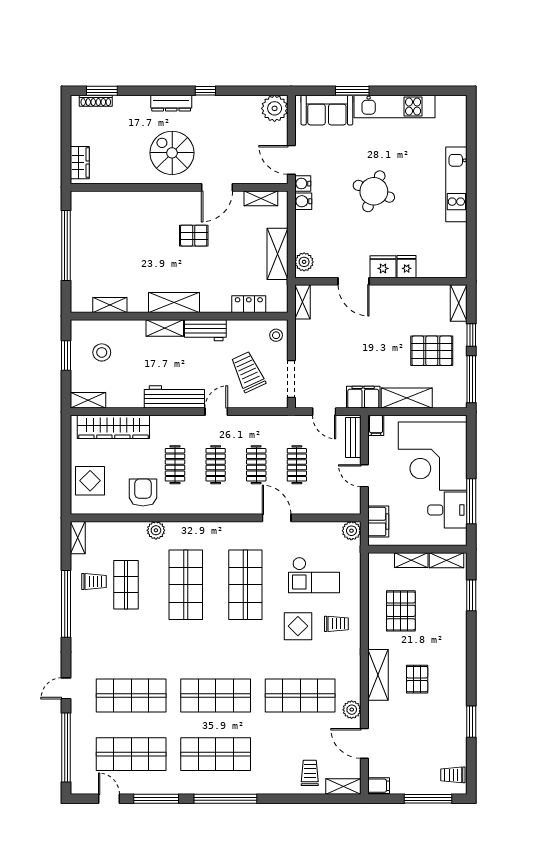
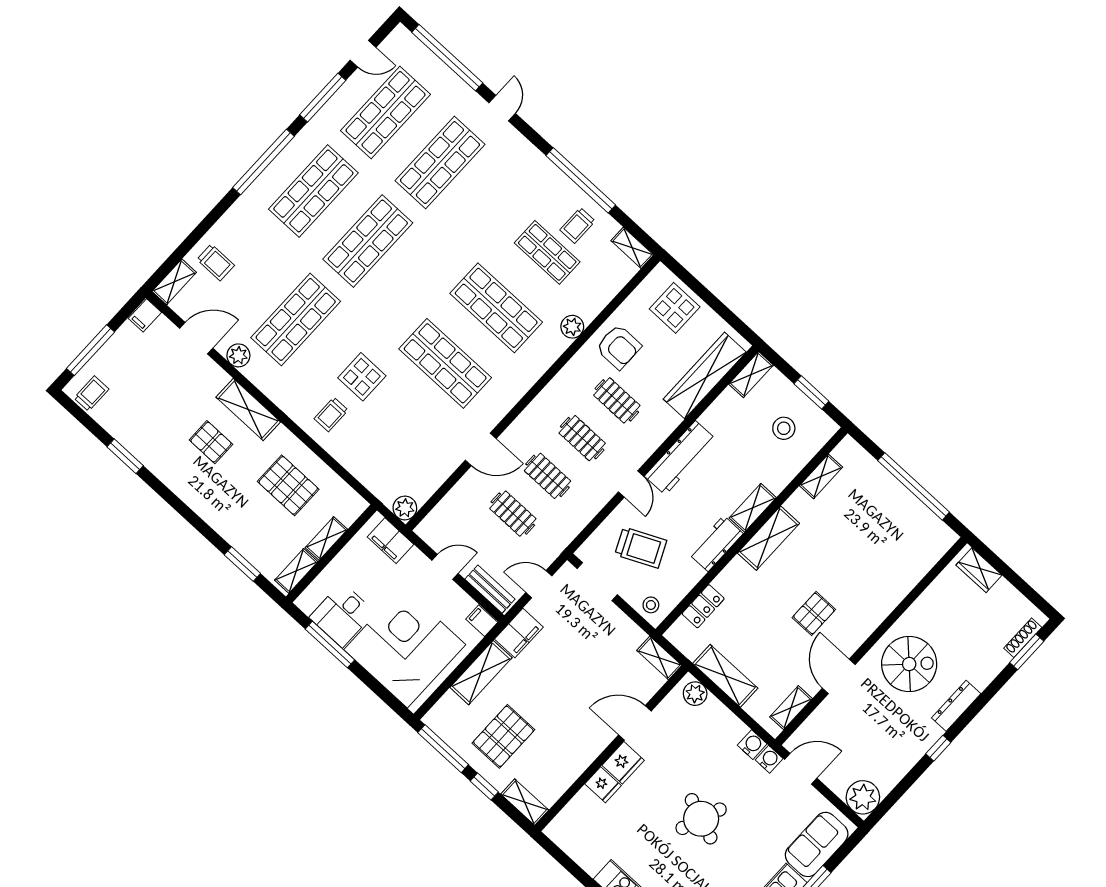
checkout: (314, 575) -> (396, 435), removed

